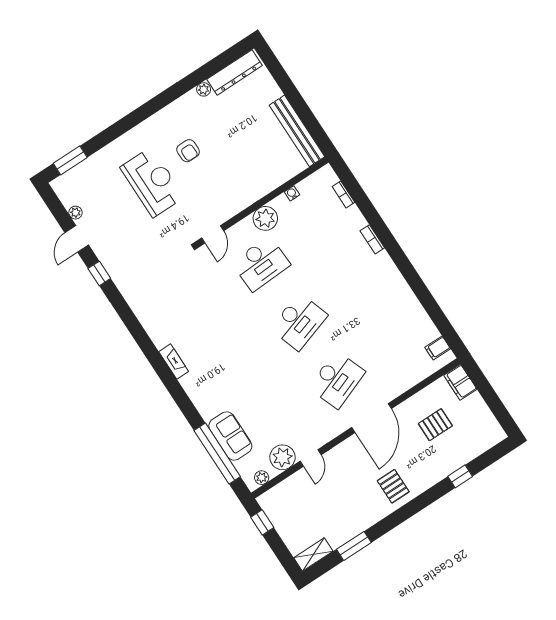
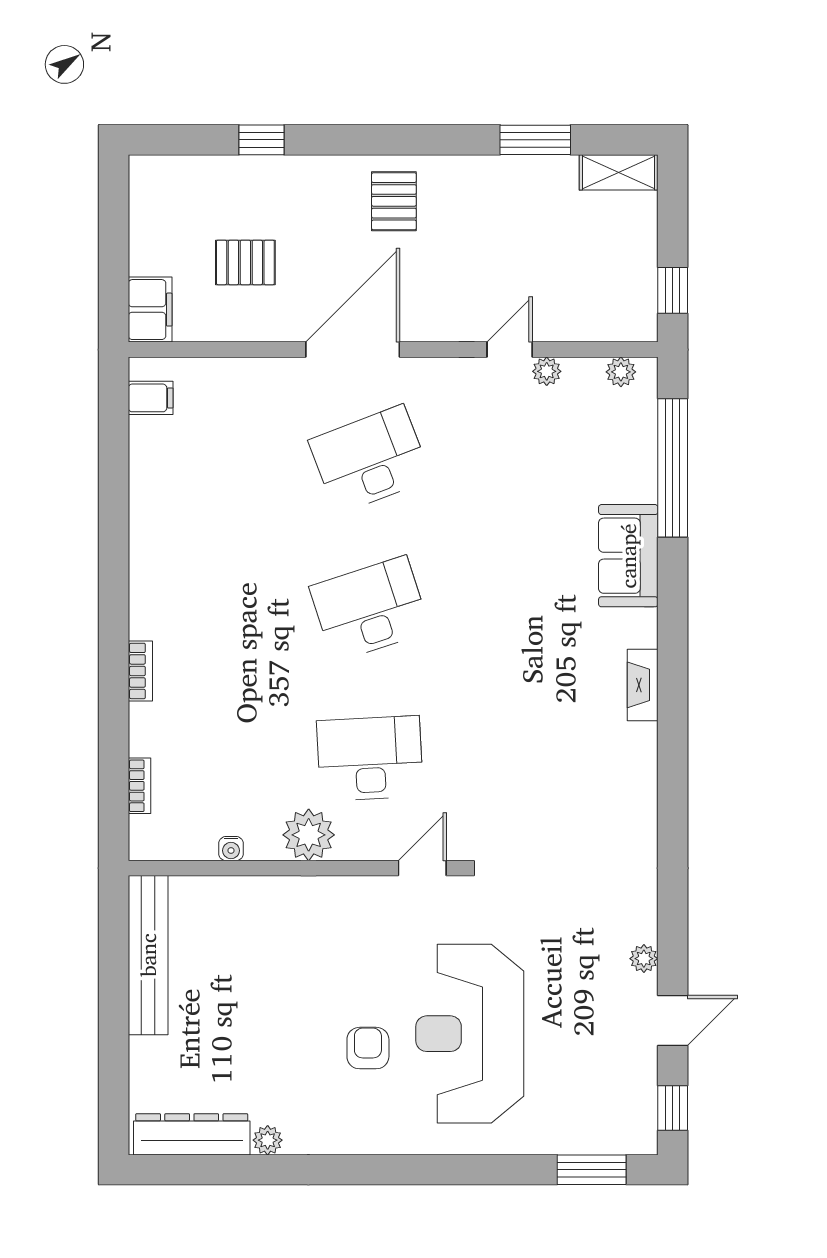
reception desk: (152, 182) -> (470, 1034), width x1.36, depth x1.30
plant: (75, 213) -> (644, 959), moved
window: (99, 273) -> (673, 1108), moved
sofa: (230, 436) -> (628, 556), moved
plant: (283, 457) -> (547, 371), width x0.53, depth x0.53

